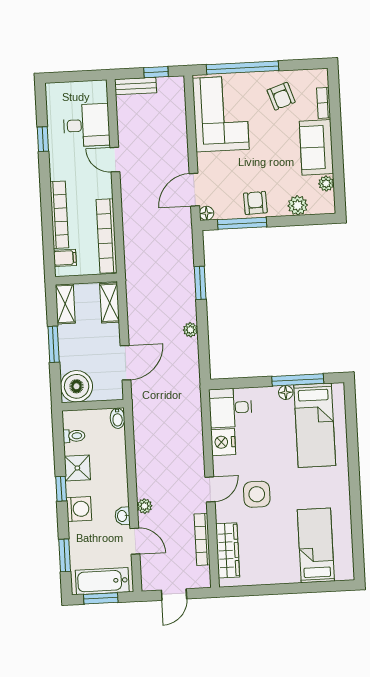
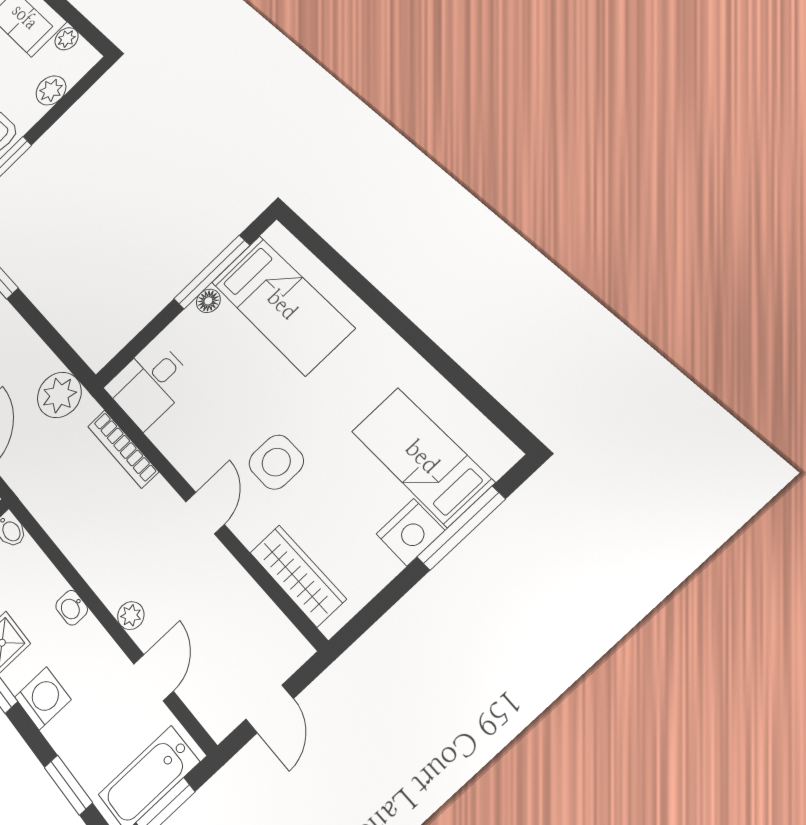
plant: (190, 330) -> (59, 395), moved, width x1.88, depth x1.88
nightstand: (223, 442) -> (410, 532), moved, turned -90
washbasin: (122, 516) -> (72, 608), moved
bookcase: (202, 539) -> (123, 449), moved
door: (135, 541) -> (153, 678), hinge flipped
window: (306, 588) -> (461, 528), added

